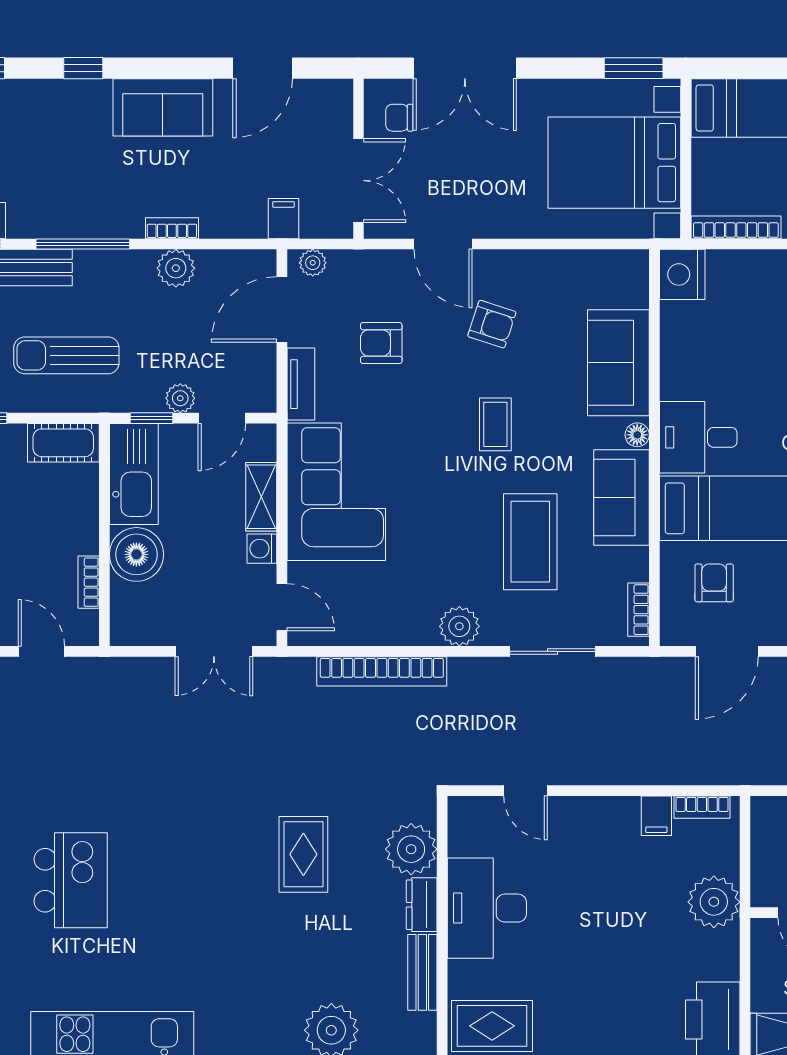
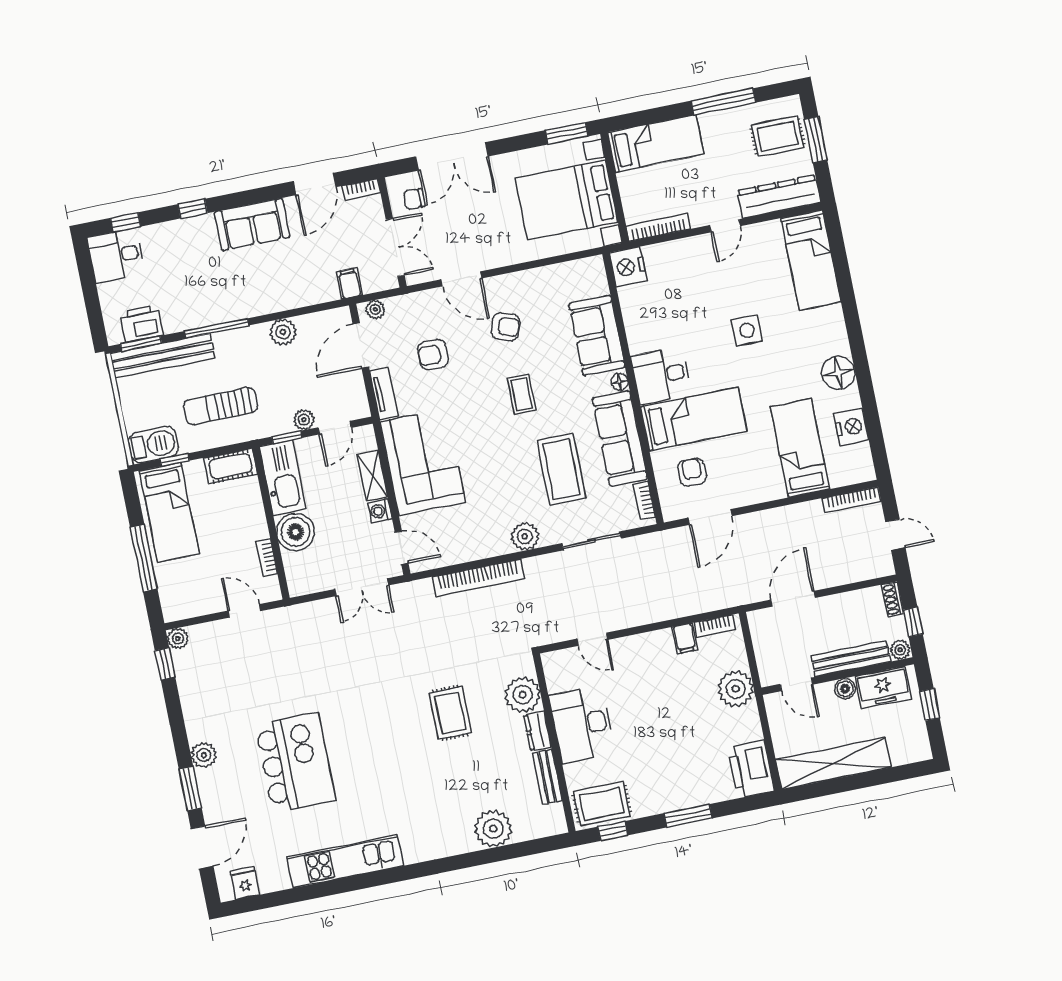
bookcase: (172, 228) -> (361, 190), moved, turned 180
sofa: (622, 498) -> (620, 439), width x1.36
kitchen island: (71, 880) -> (295, 762), width x1.37, depth x1.28

